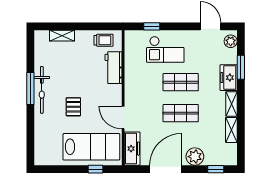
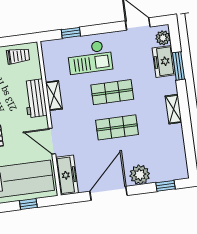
workbench: (114, 68) -> (35, 98), moved
freezer: (229, 78) -> (164, 61), moved
shelving: (231, 130) -> (54, 96), moved

